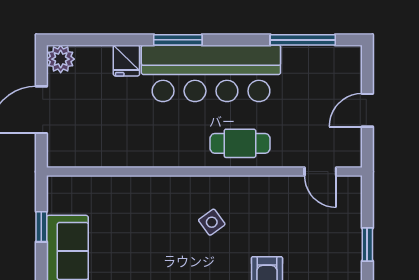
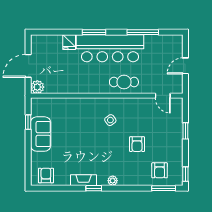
window: (303, 40) -> (143, 32), moved
plant: (61, 59) -> (37, 87), moved

